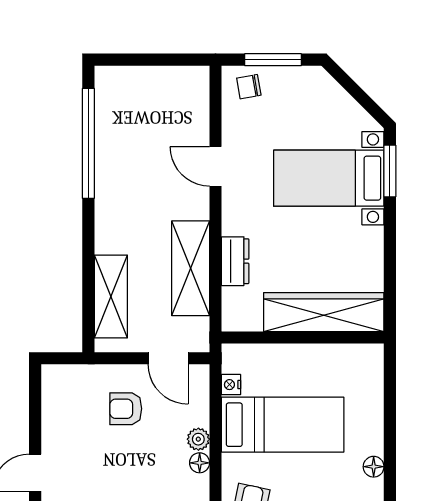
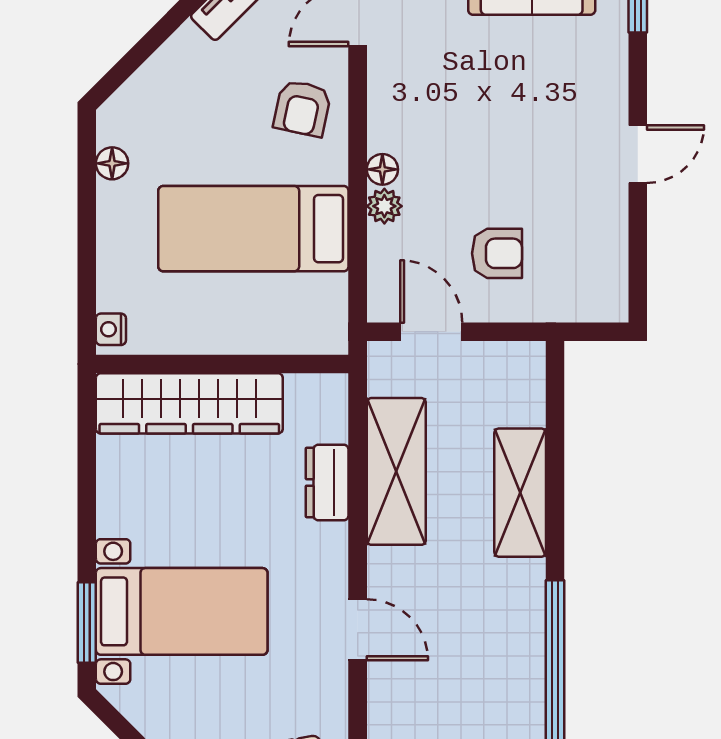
shelving: (111, 296) -> (520, 493), moved
nightstand: (231, 385) -> (111, 329), moved, turned 180

